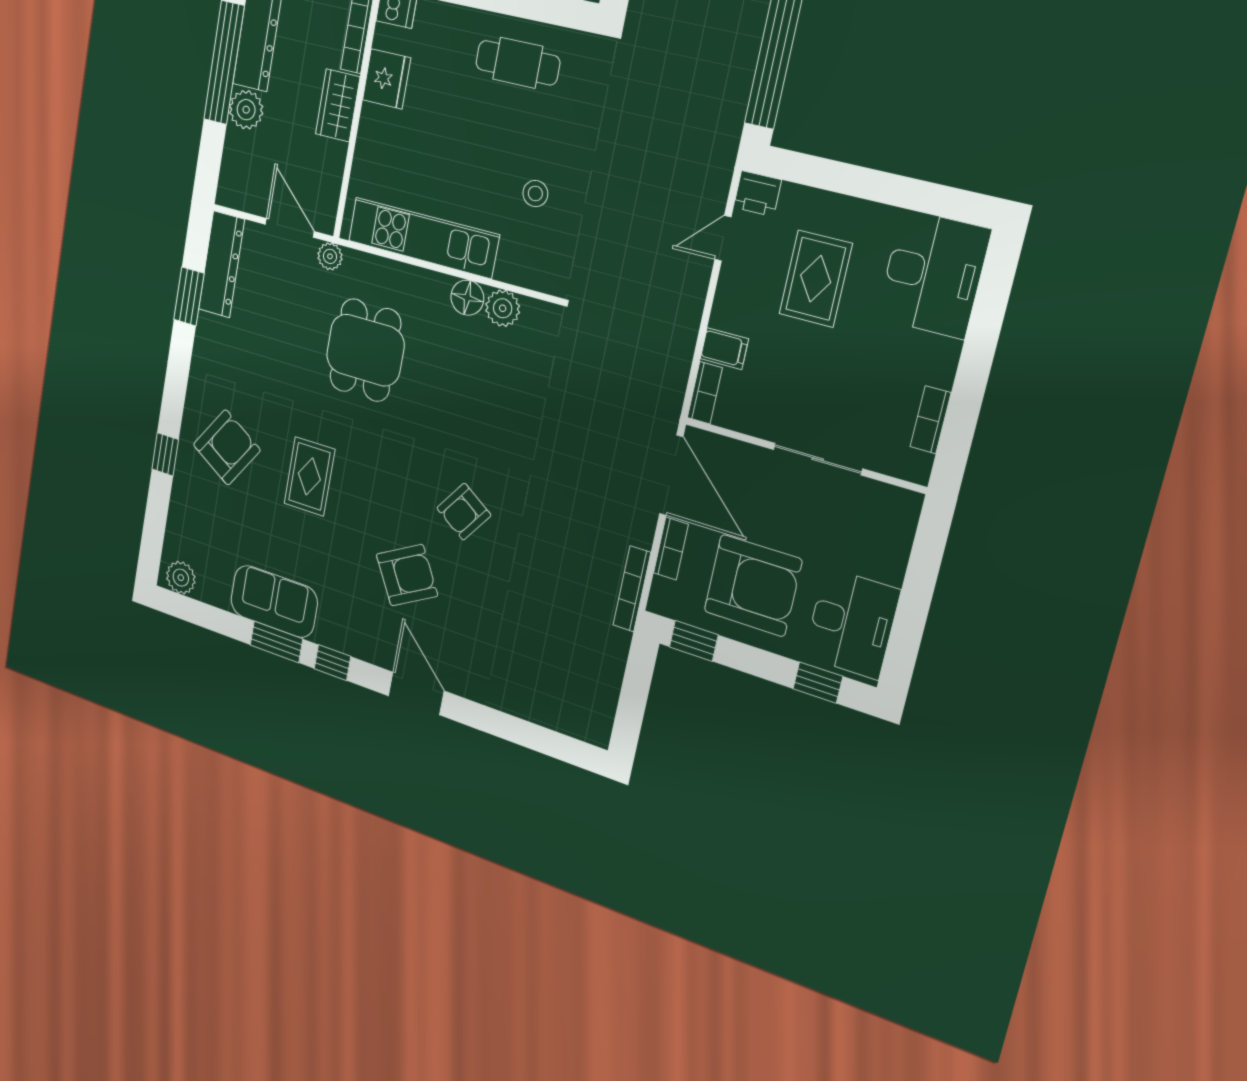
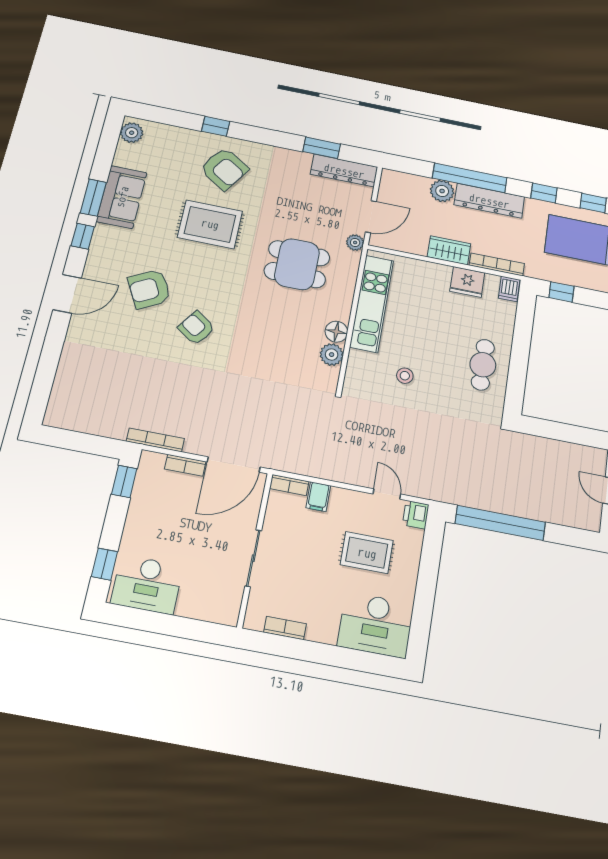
rug: (309, 476) -> (210, 224), width x1.36, depth x1.43
armchair: (407, 575) -> (149, 289), turned 91
armchair: (753, 586) -> (166, 519), removed

